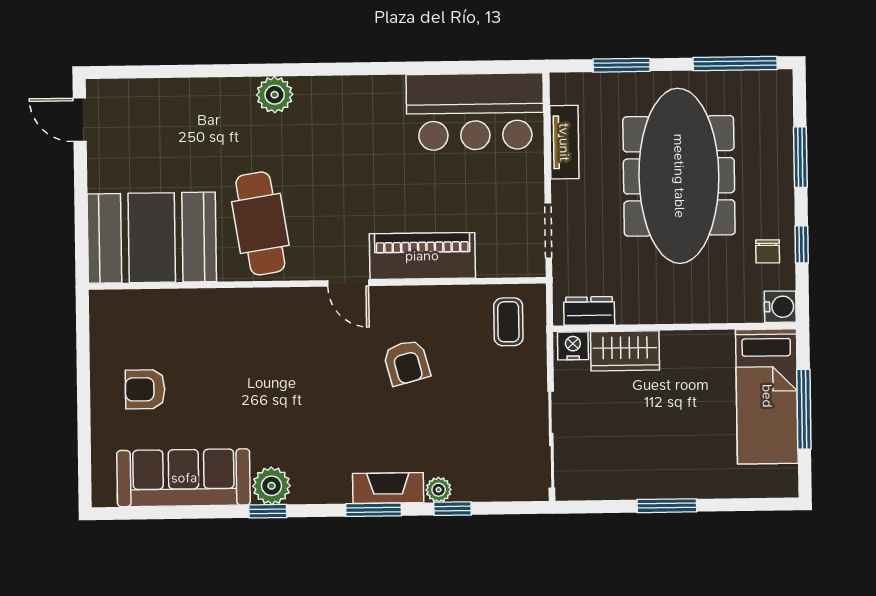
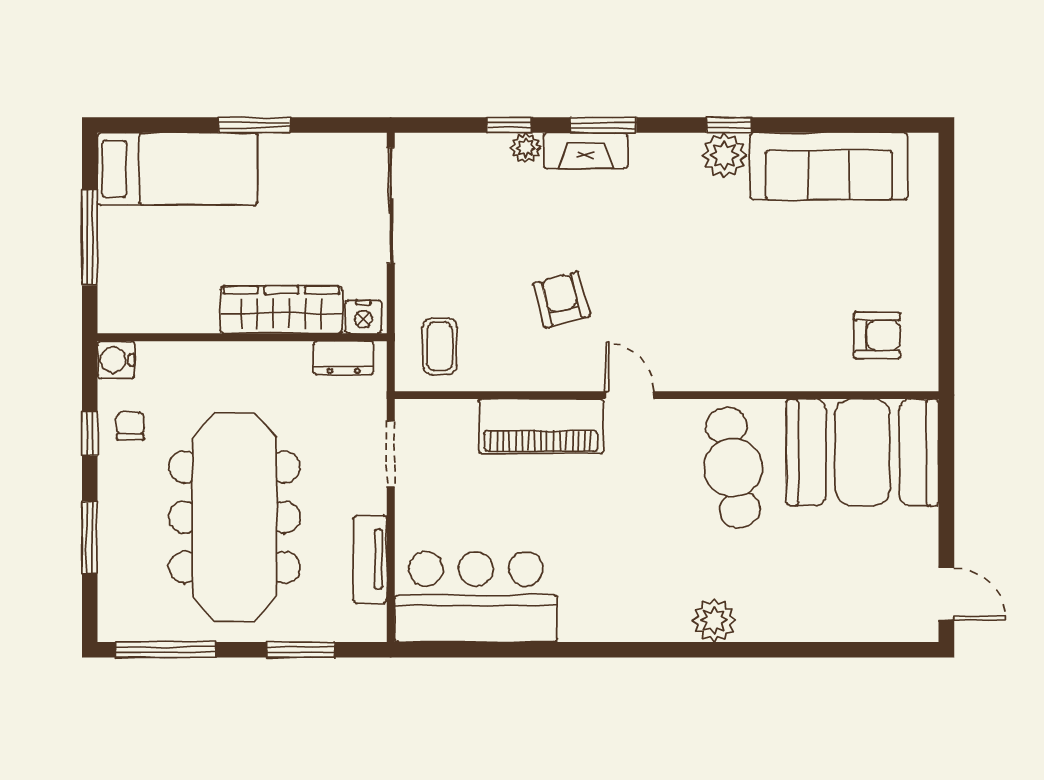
wardrobe: (625, 351) -> (281, 310), width x1.50
armchair: (145, 389) -> (877, 335), moved
bed: (767, 396) -> (178, 169), moved, turned 90

